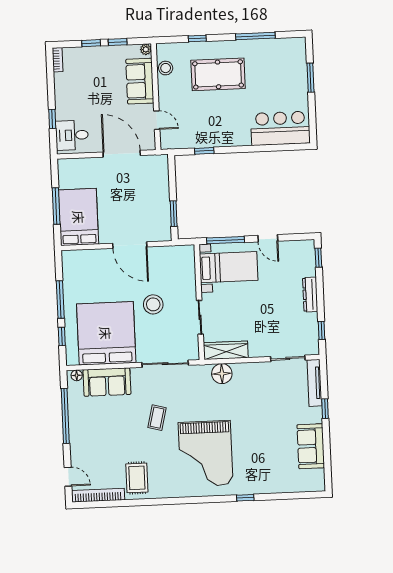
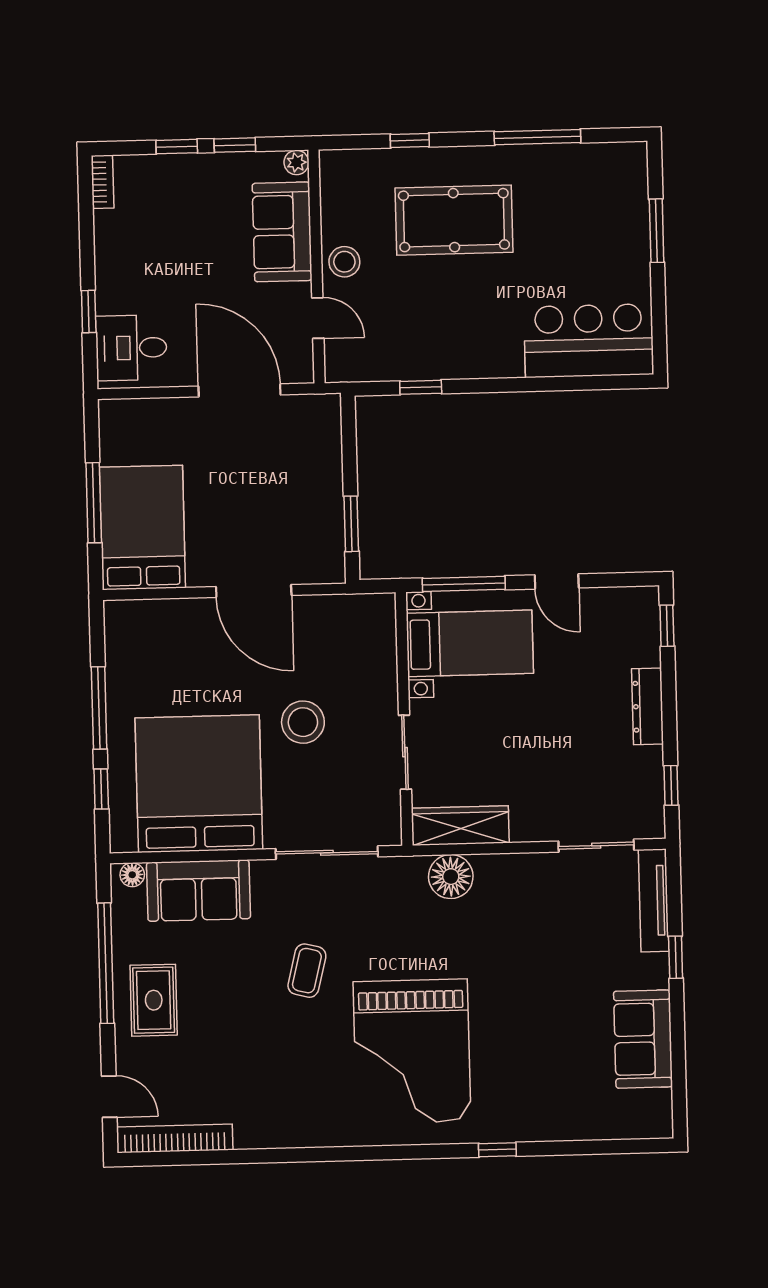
stool: (166, 68) -> (344, 262), moved
rug: (137, 478) -> (154, 1000), moved

